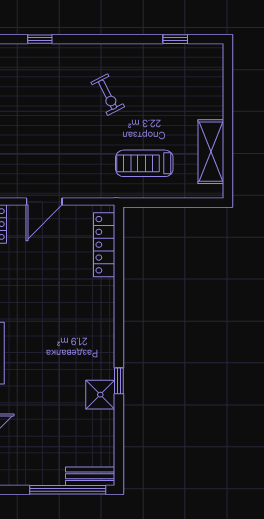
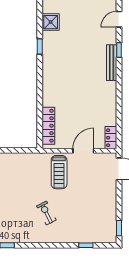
treadmill: (144, 163) -> (59, 172), moved, turned 90
shower: (100, 395) -> (51, 22), moved

